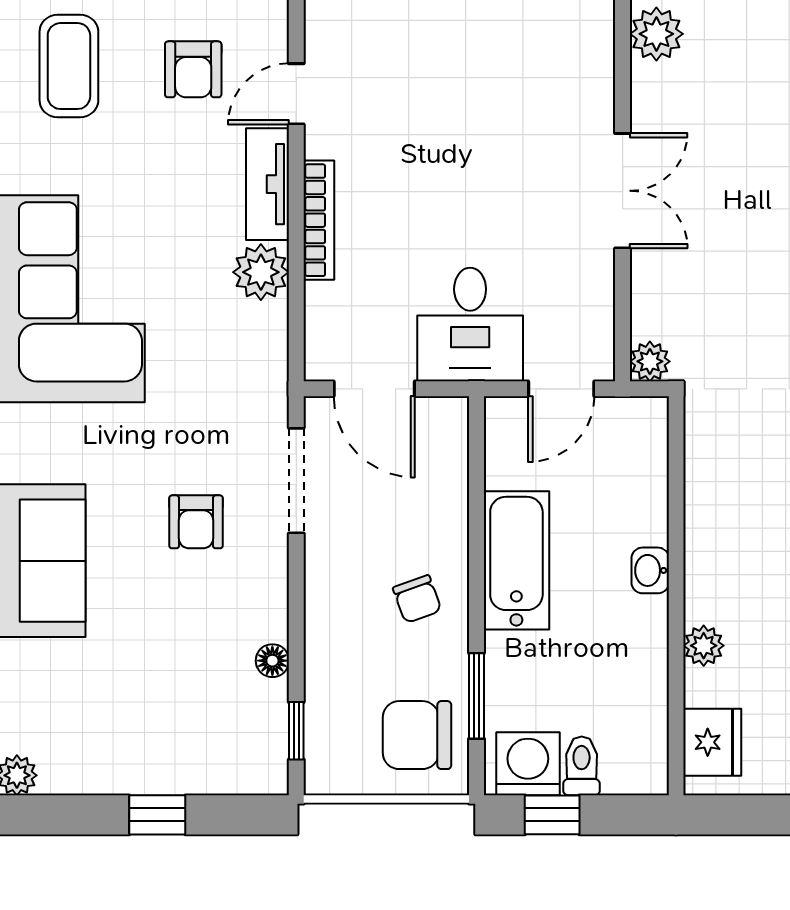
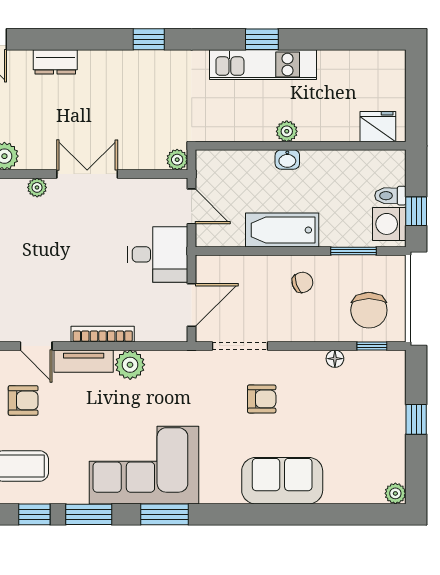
plant: (597, 96) -> (37, 187), added
plant: (704, 646) -> (287, 131), moved
chair: (417, 735) -> (369, 310), moved

